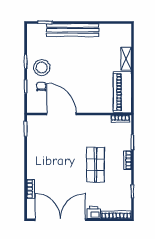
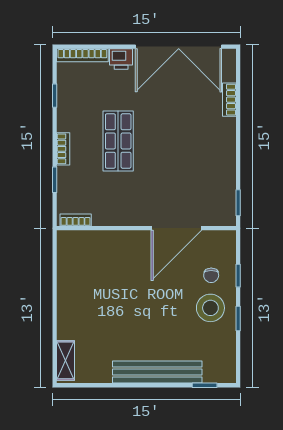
shelving: (126, 59) -> (66, 360), moved
piano: (122, 92) -> (72, 266), removed
door: (62, 114) -> (176, 228), hinge flipped

